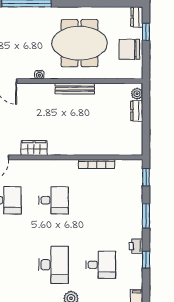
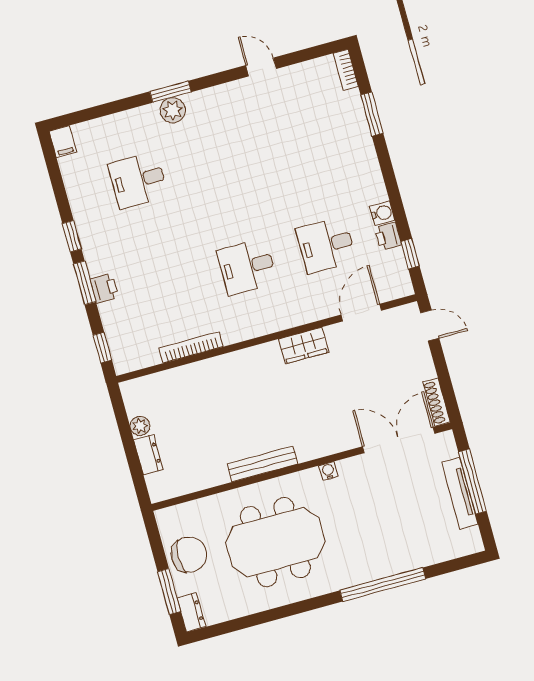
window: (146, 32) -> (169, 592), width x1.50
plant: (137, 94) -> (140, 426), moved
printer: (136, 246) -> (104, 288), moved
window: (146, 260) -> (72, 236), moved
desk: (53, 265) -> (217, 158), removed

